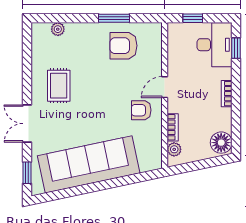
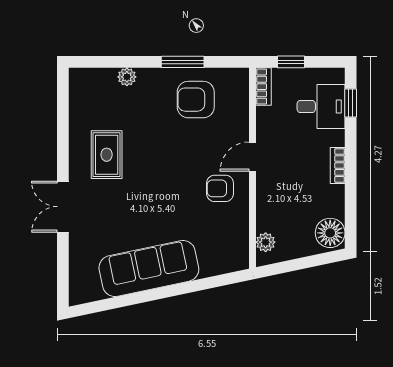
plant: (58, 29) -> (127, 77), moved
desk: (215, 45) -> (321, 107), width x0.73
bookcase: (173, 127) -> (263, 87), moved
sofa: (89, 164) -> (149, 268), width x0.74, depth x0.79
window: (27, 173) -> (63, 275), removed

